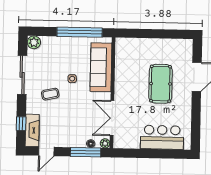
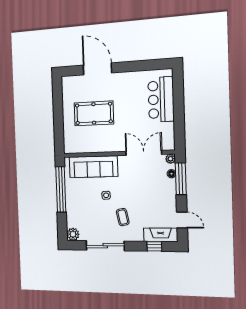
pool table: (161, 84) -> (94, 113), moved
double door: (112, 118) -> (144, 153), swing flipped

